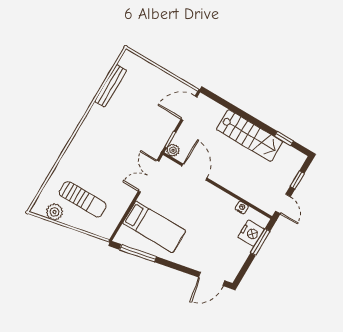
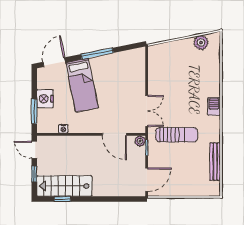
stairs: (250, 135) -> (64, 186), moved
barbecue: (79, 141) -> (214, 107), added
sun lounger: (83, 199) -> (177, 135), moved, turned 180
bed: (154, 227) -> (82, 85), moved, turned -101
nightstand: (251, 233) -> (45, 99), moved
window: (138, 253) -> (97, 54), moved

